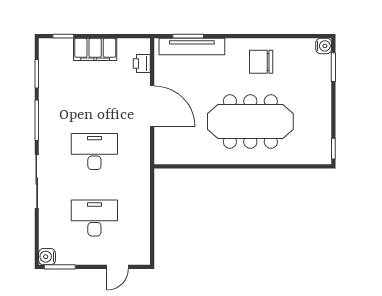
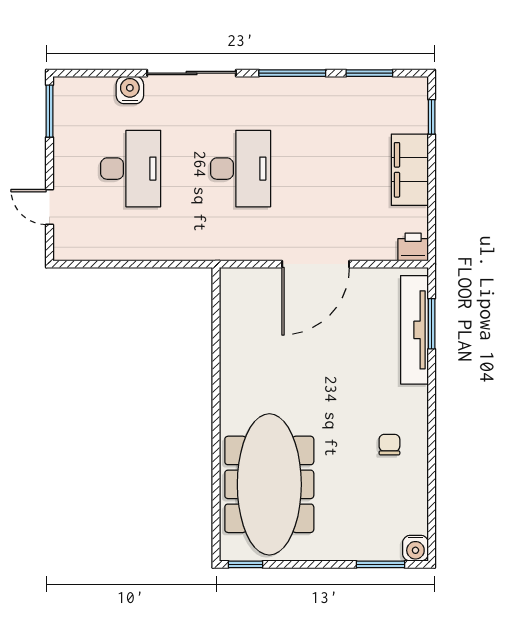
chair: (261, 62) -> (389, 445), width x0.54, depth x0.54
printer: (142, 64) -> (413, 247), moved
meeting table: (250, 121) -> (269, 484), moved
water cooler: (47, 257) -> (130, 90), moved

